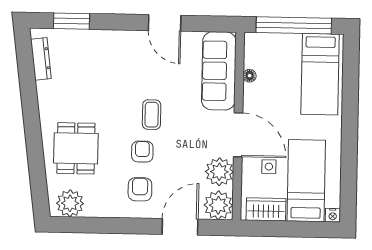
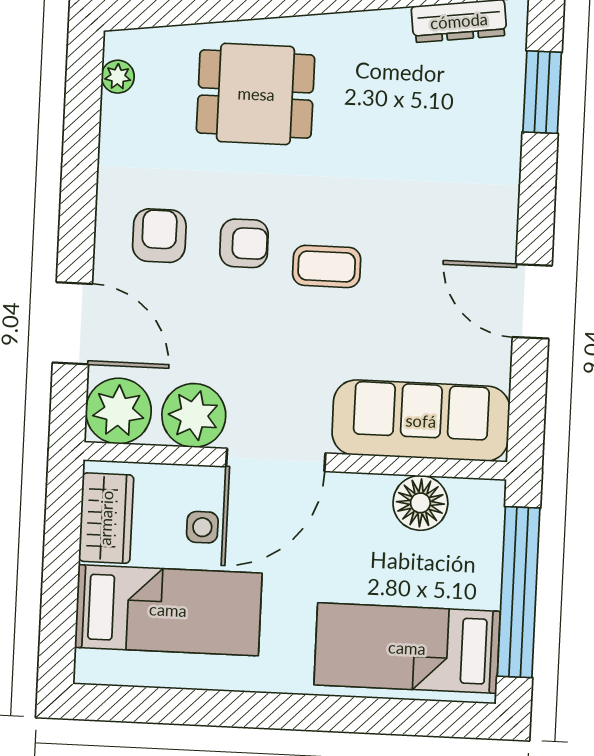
door: (165, 23) -> (532, 301), hinge flipped
floor lamp: (250, 76) -> (420, 503), width x1.89, depth x1.89
armchair: (140, 189) -> (159, 236), turned -90
plant: (70, 203) -> (118, 77), width x0.53, depth x0.53
nightstand: (333, 215) -> (89, 668), removed

